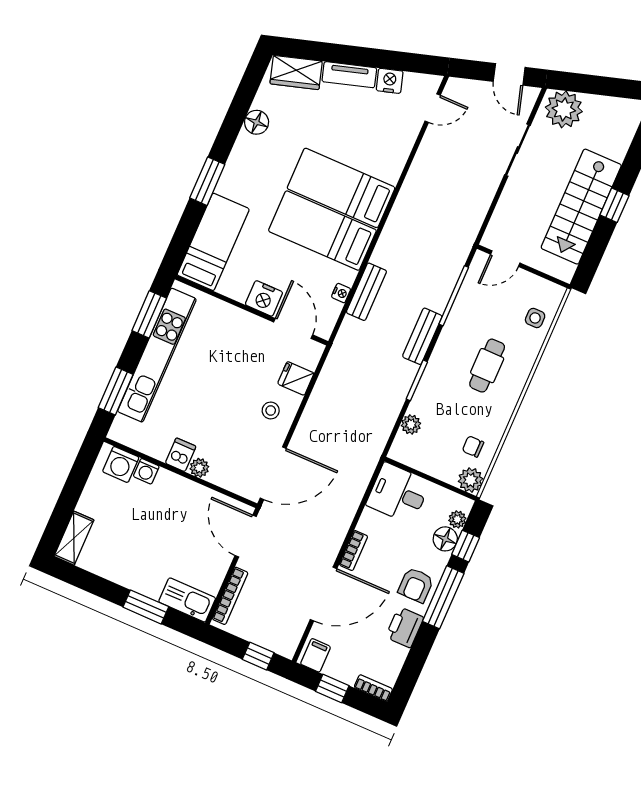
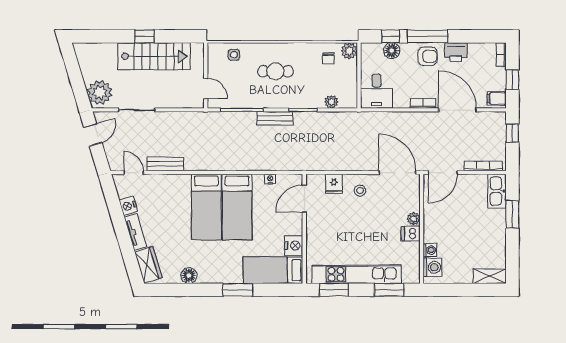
bench: (366, 292) -> (165, 164), moved
nightstand: (264, 298) -> (294, 246), moved
plant: (457, 519) -> (377, 49), removed

